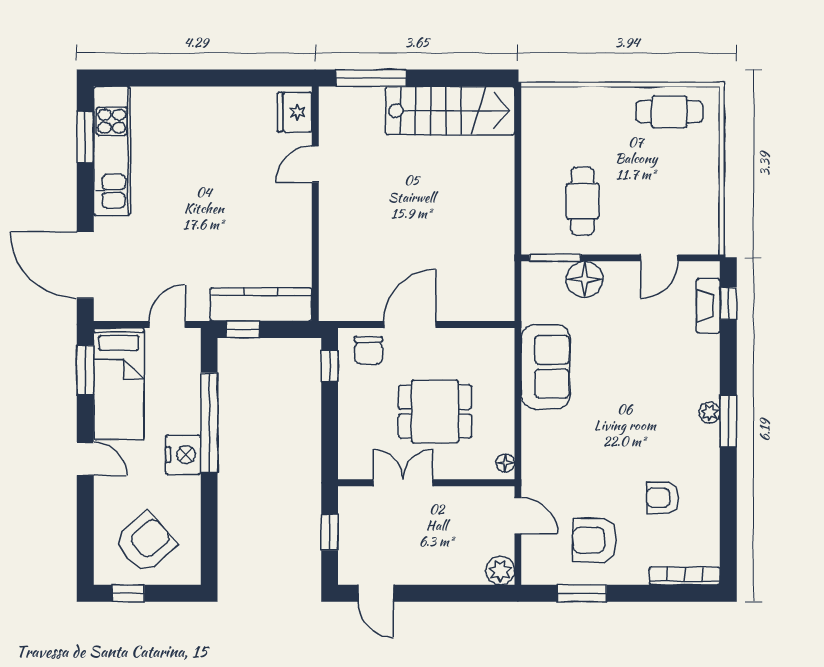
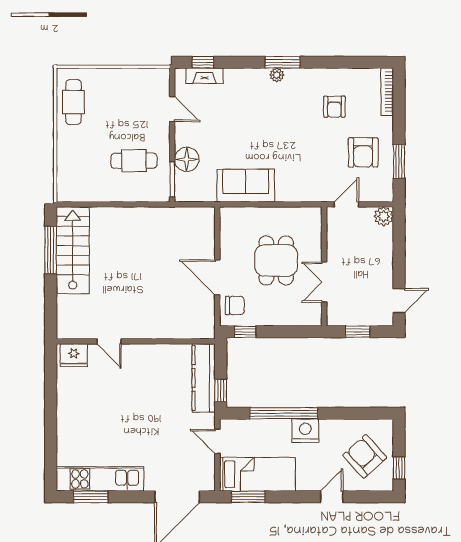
window: (371, 78) -> (51, 250), moved
door: (85, 459) -> (332, 497), moved
floor lamp: (505, 463) -> (311, 213), removed

